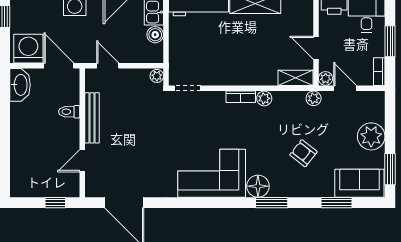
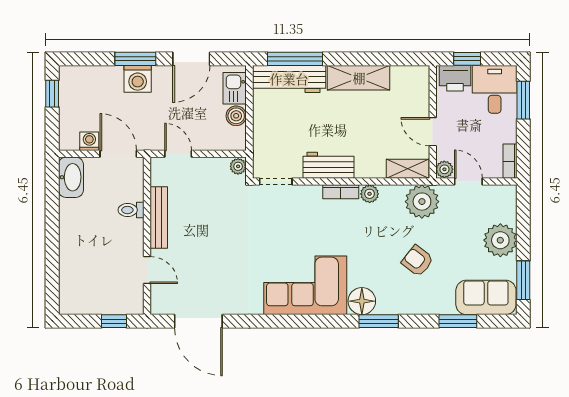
window: (390, 41) -> (523, 100), moved
washing machine: (28, 49) -> (89, 141), width x0.53, depth x0.53
workbench: (231, 75) -> (328, 165), added
plant: (314, 98) -> (422, 202), width x1.88, depth x1.88
door: (82, 161) -> (147, 270), swing flipped

